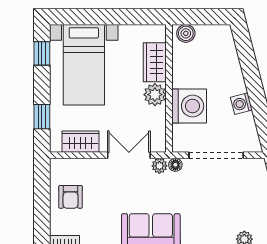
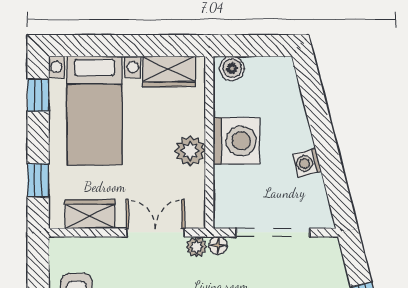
wardrobe: (155, 62) -> (169, 71), moved, turned -90
washing machine: (189, 106) -> (236, 141), moved

